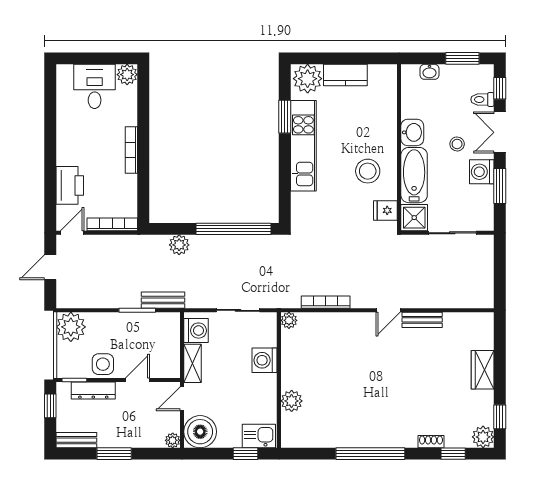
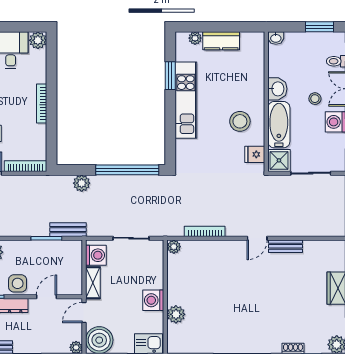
washbasin: (429, 72) -> (276, 38), moved
plant: (308, 79) -> (195, 38), width x0.53, depth x0.53
washing machine: (265, 360) -> (153, 300), moved

